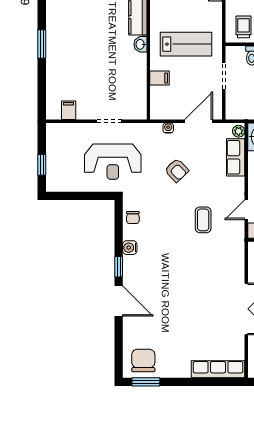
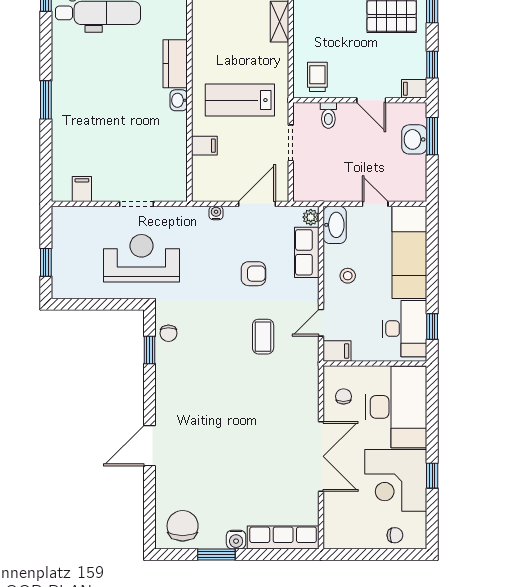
lab bench: (186, 44) -> (240, 100), turned 180
reception desk: (113, 162) -> (141, 258), turned 180
armchair: (177, 170) -> (253, 274), moved, turned -46
water cooler: (130, 248) -> (236, 540), moved, turned -90
window: (119, 267) -> (149, 350), moved
door: (119, 301) -> (149, 446), swing flipped
window: (146, 382) -> (216, 555), moved

